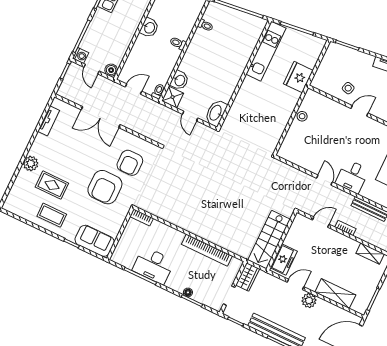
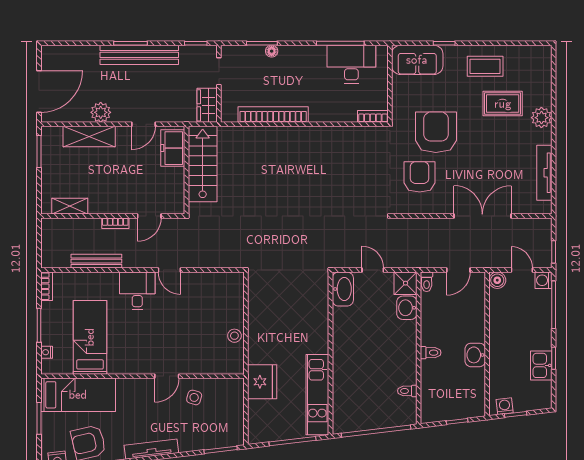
tv unit: (49, 121) -> (544, 173), width x1.41
desk: (153, 266) -> (351, 64), moved
plant: (309, 301) -> (101, 112), moved

